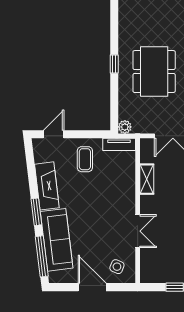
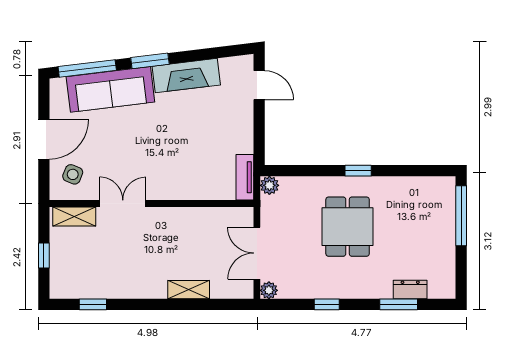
dining table: (154, 72) -> (348, 227), width x0.73
coffee table: (85, 159) -> (224, 129), removed
shelving: (147, 179) -> (74, 216), moved
double door: (138, 231) -> (123, 203), swing flipped

